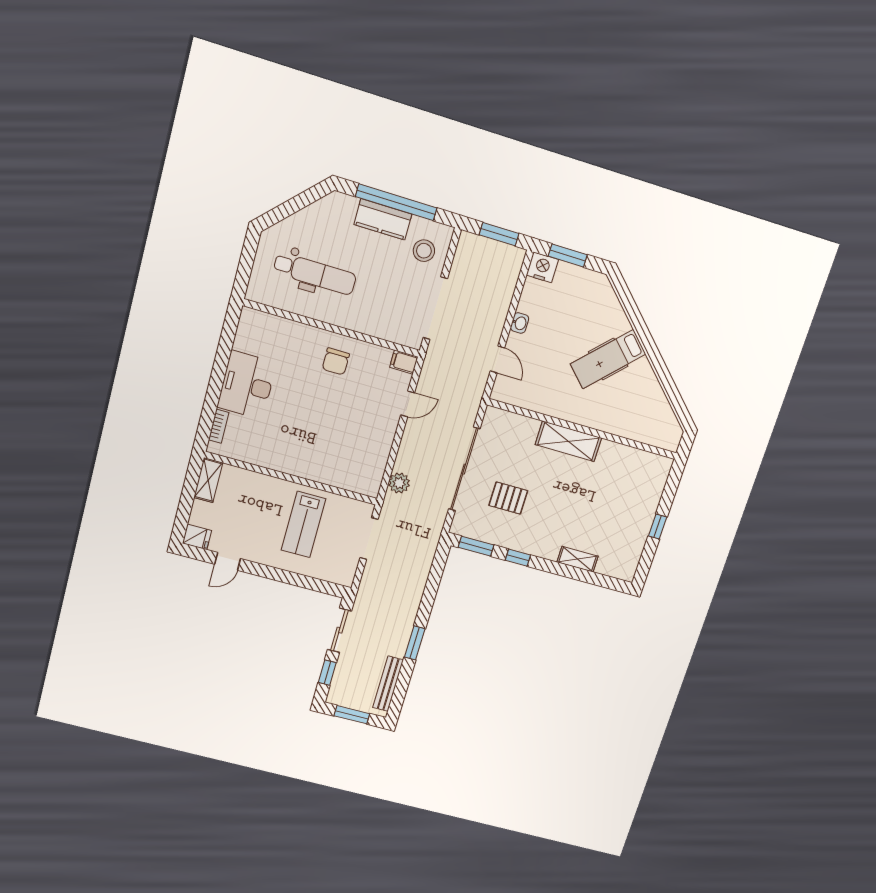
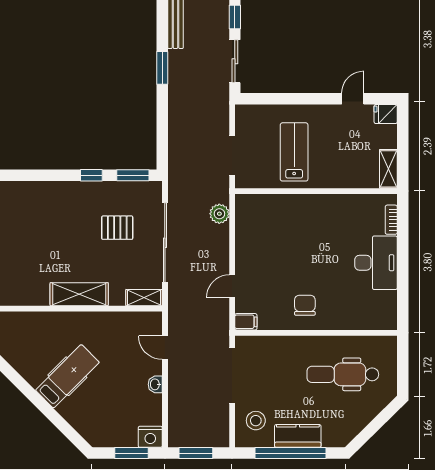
shelving: (578, 559) -> (144, 298), moved

